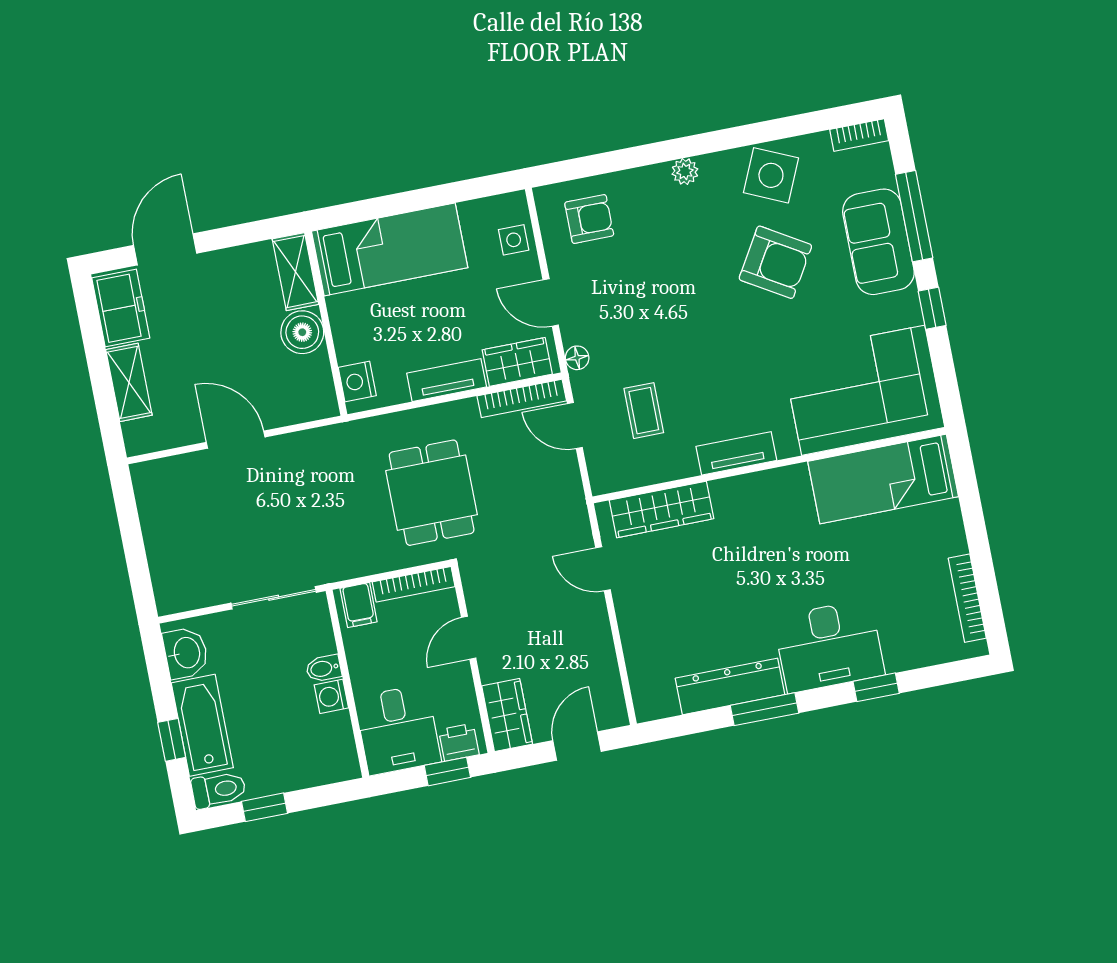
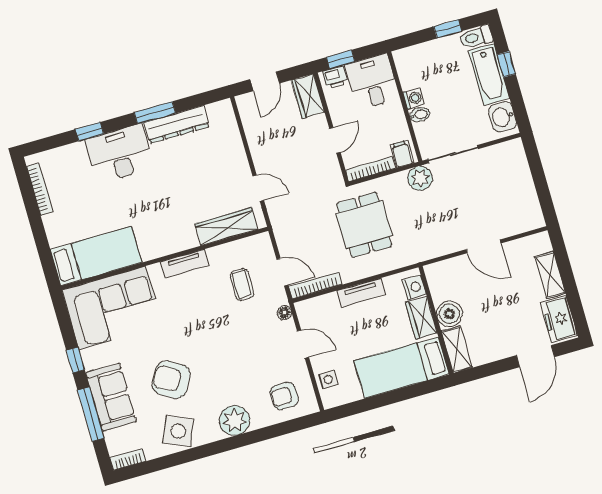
plant: (685, 171) -> (235, 420), width x1.87, depth x1.87
wardrobe: (517, 362) -> (421, 318), moved, turned 90
plant: (332, 562) -> (420, 178), added

